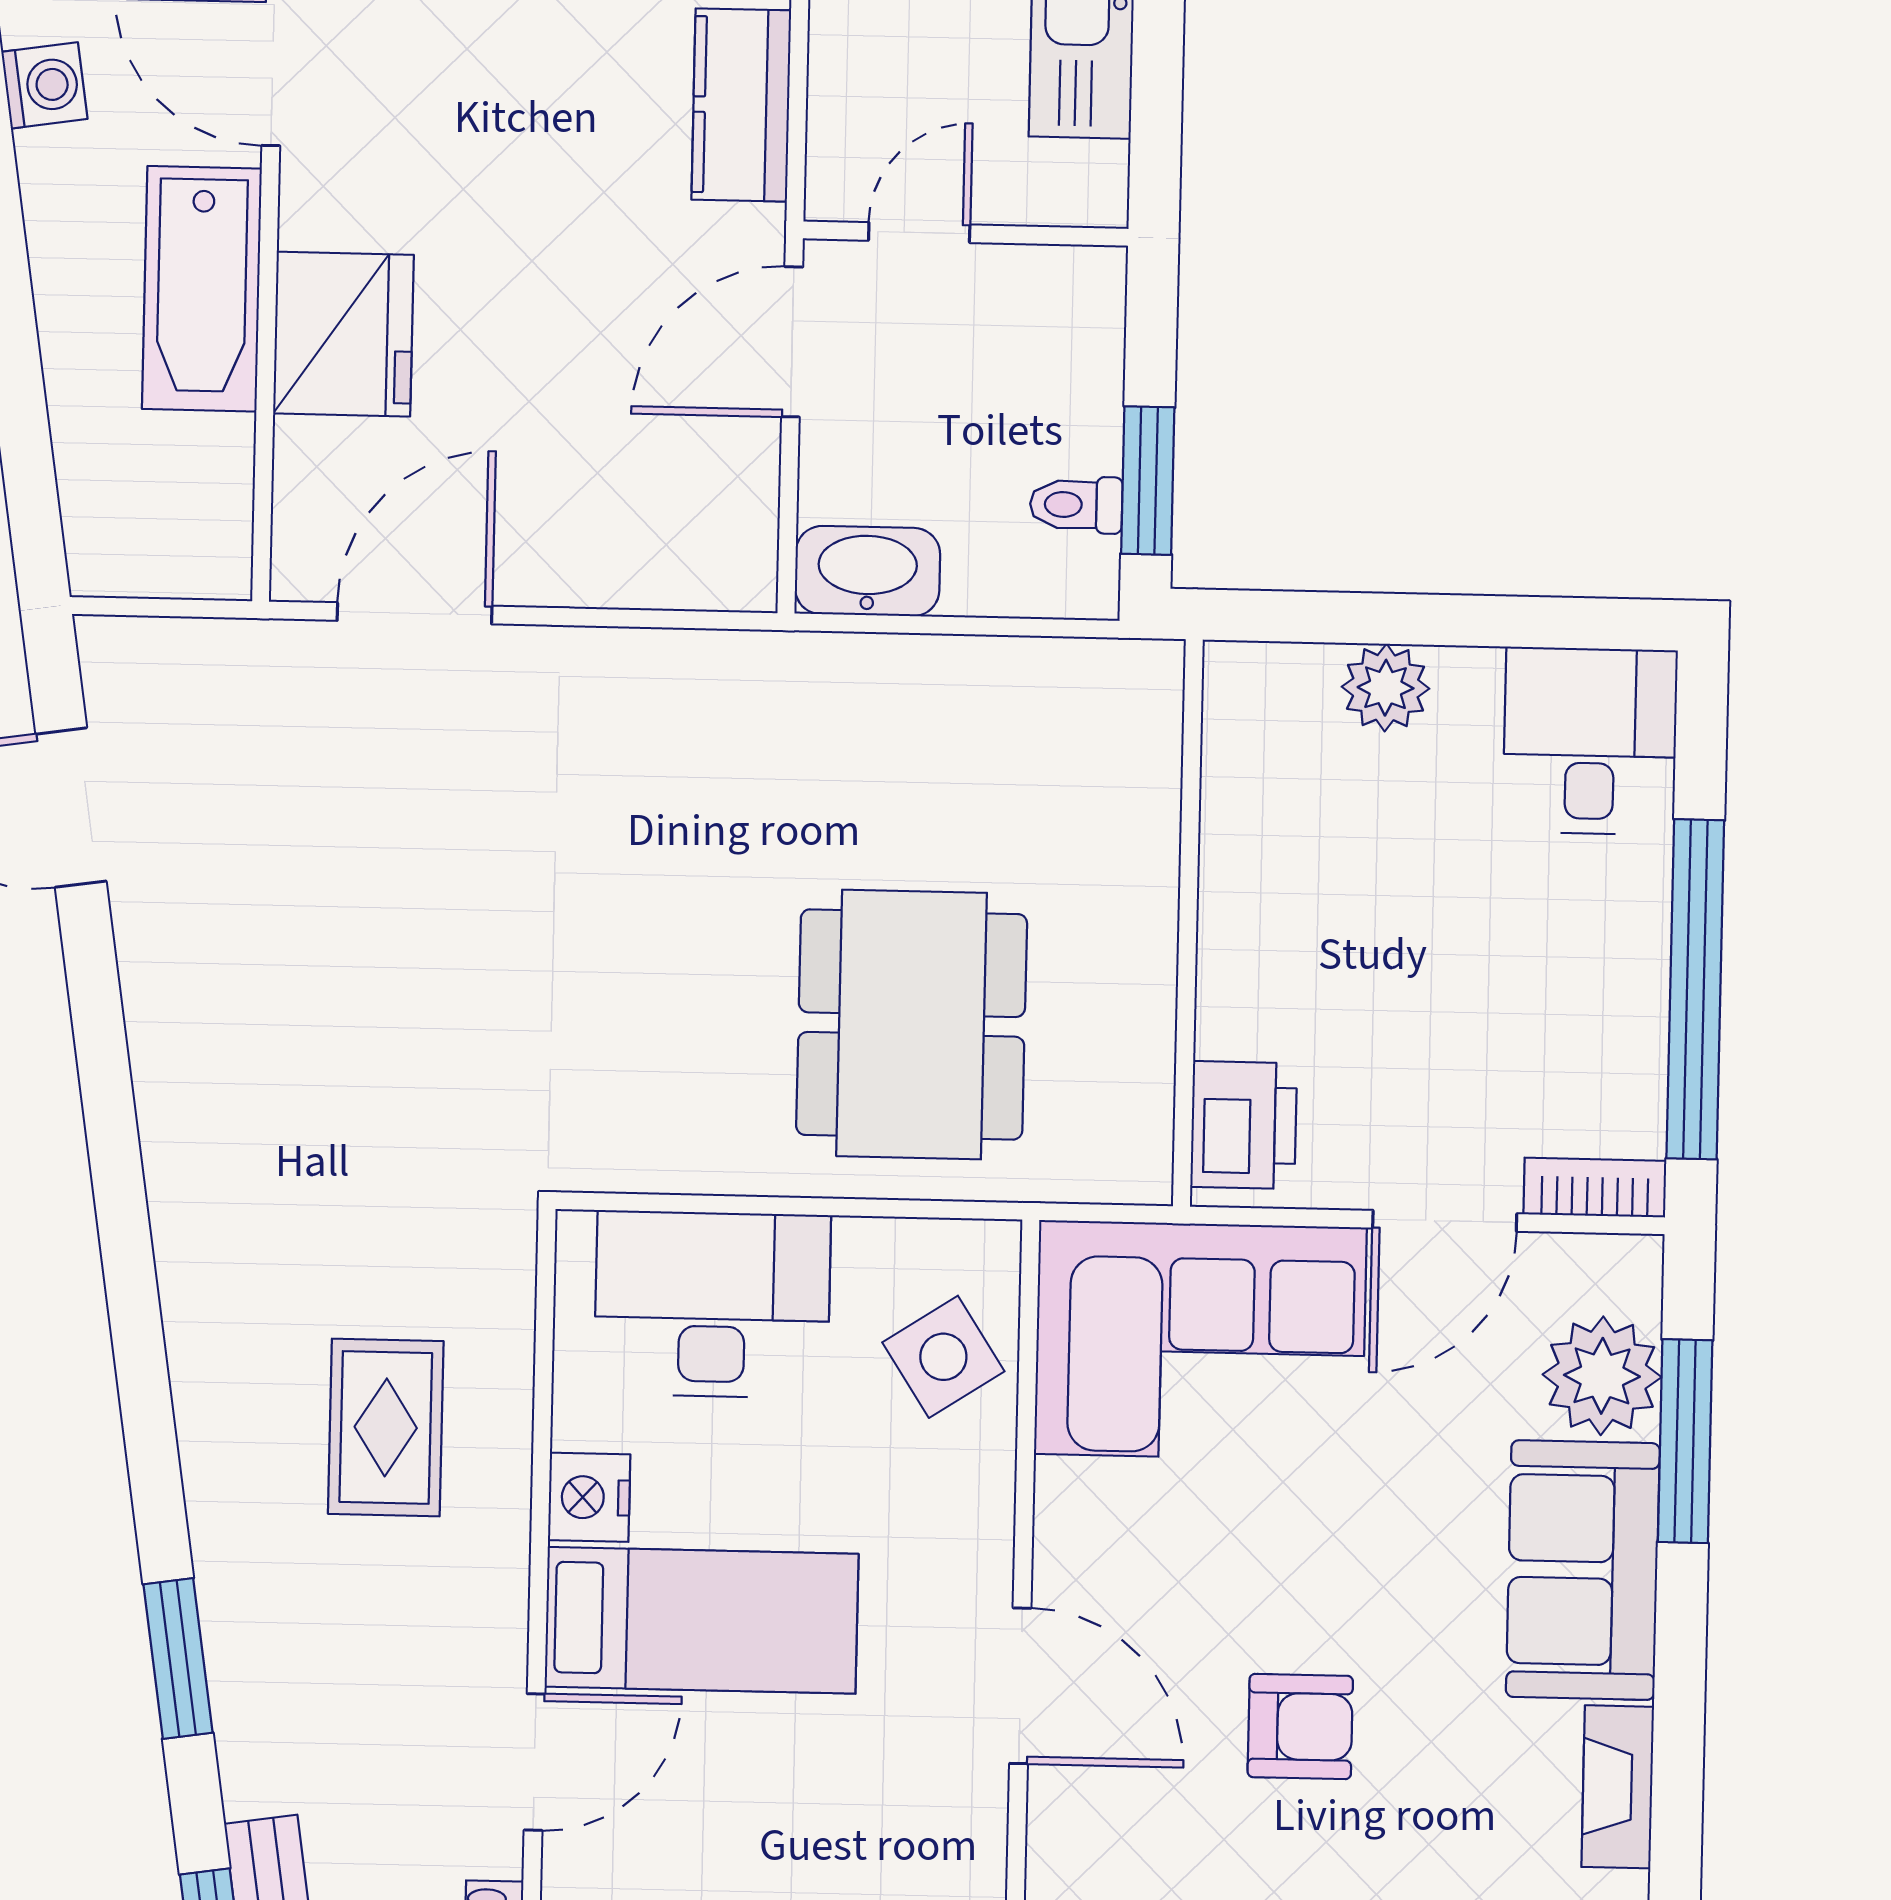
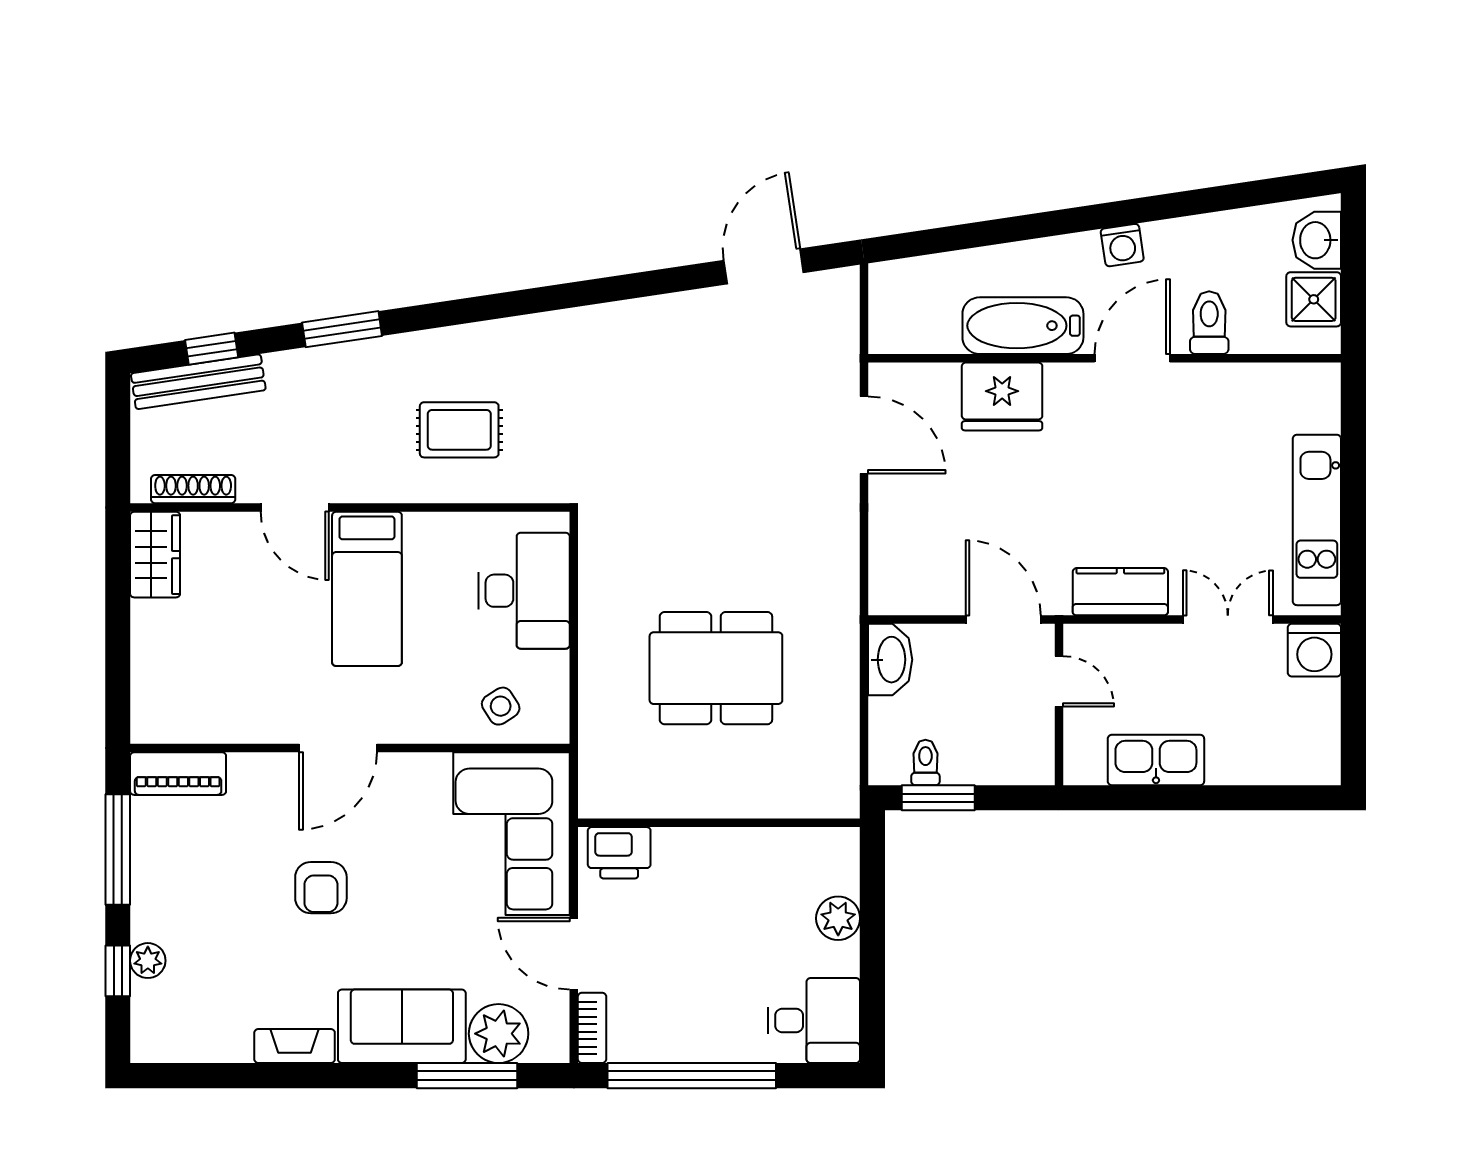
dining table: (912, 1024) -> (716, 668), moved
side table: (943, 1357) -> (501, 706), width x0.73, depth x0.73
nightstand: (589, 1497) -> (427, 532), removed

